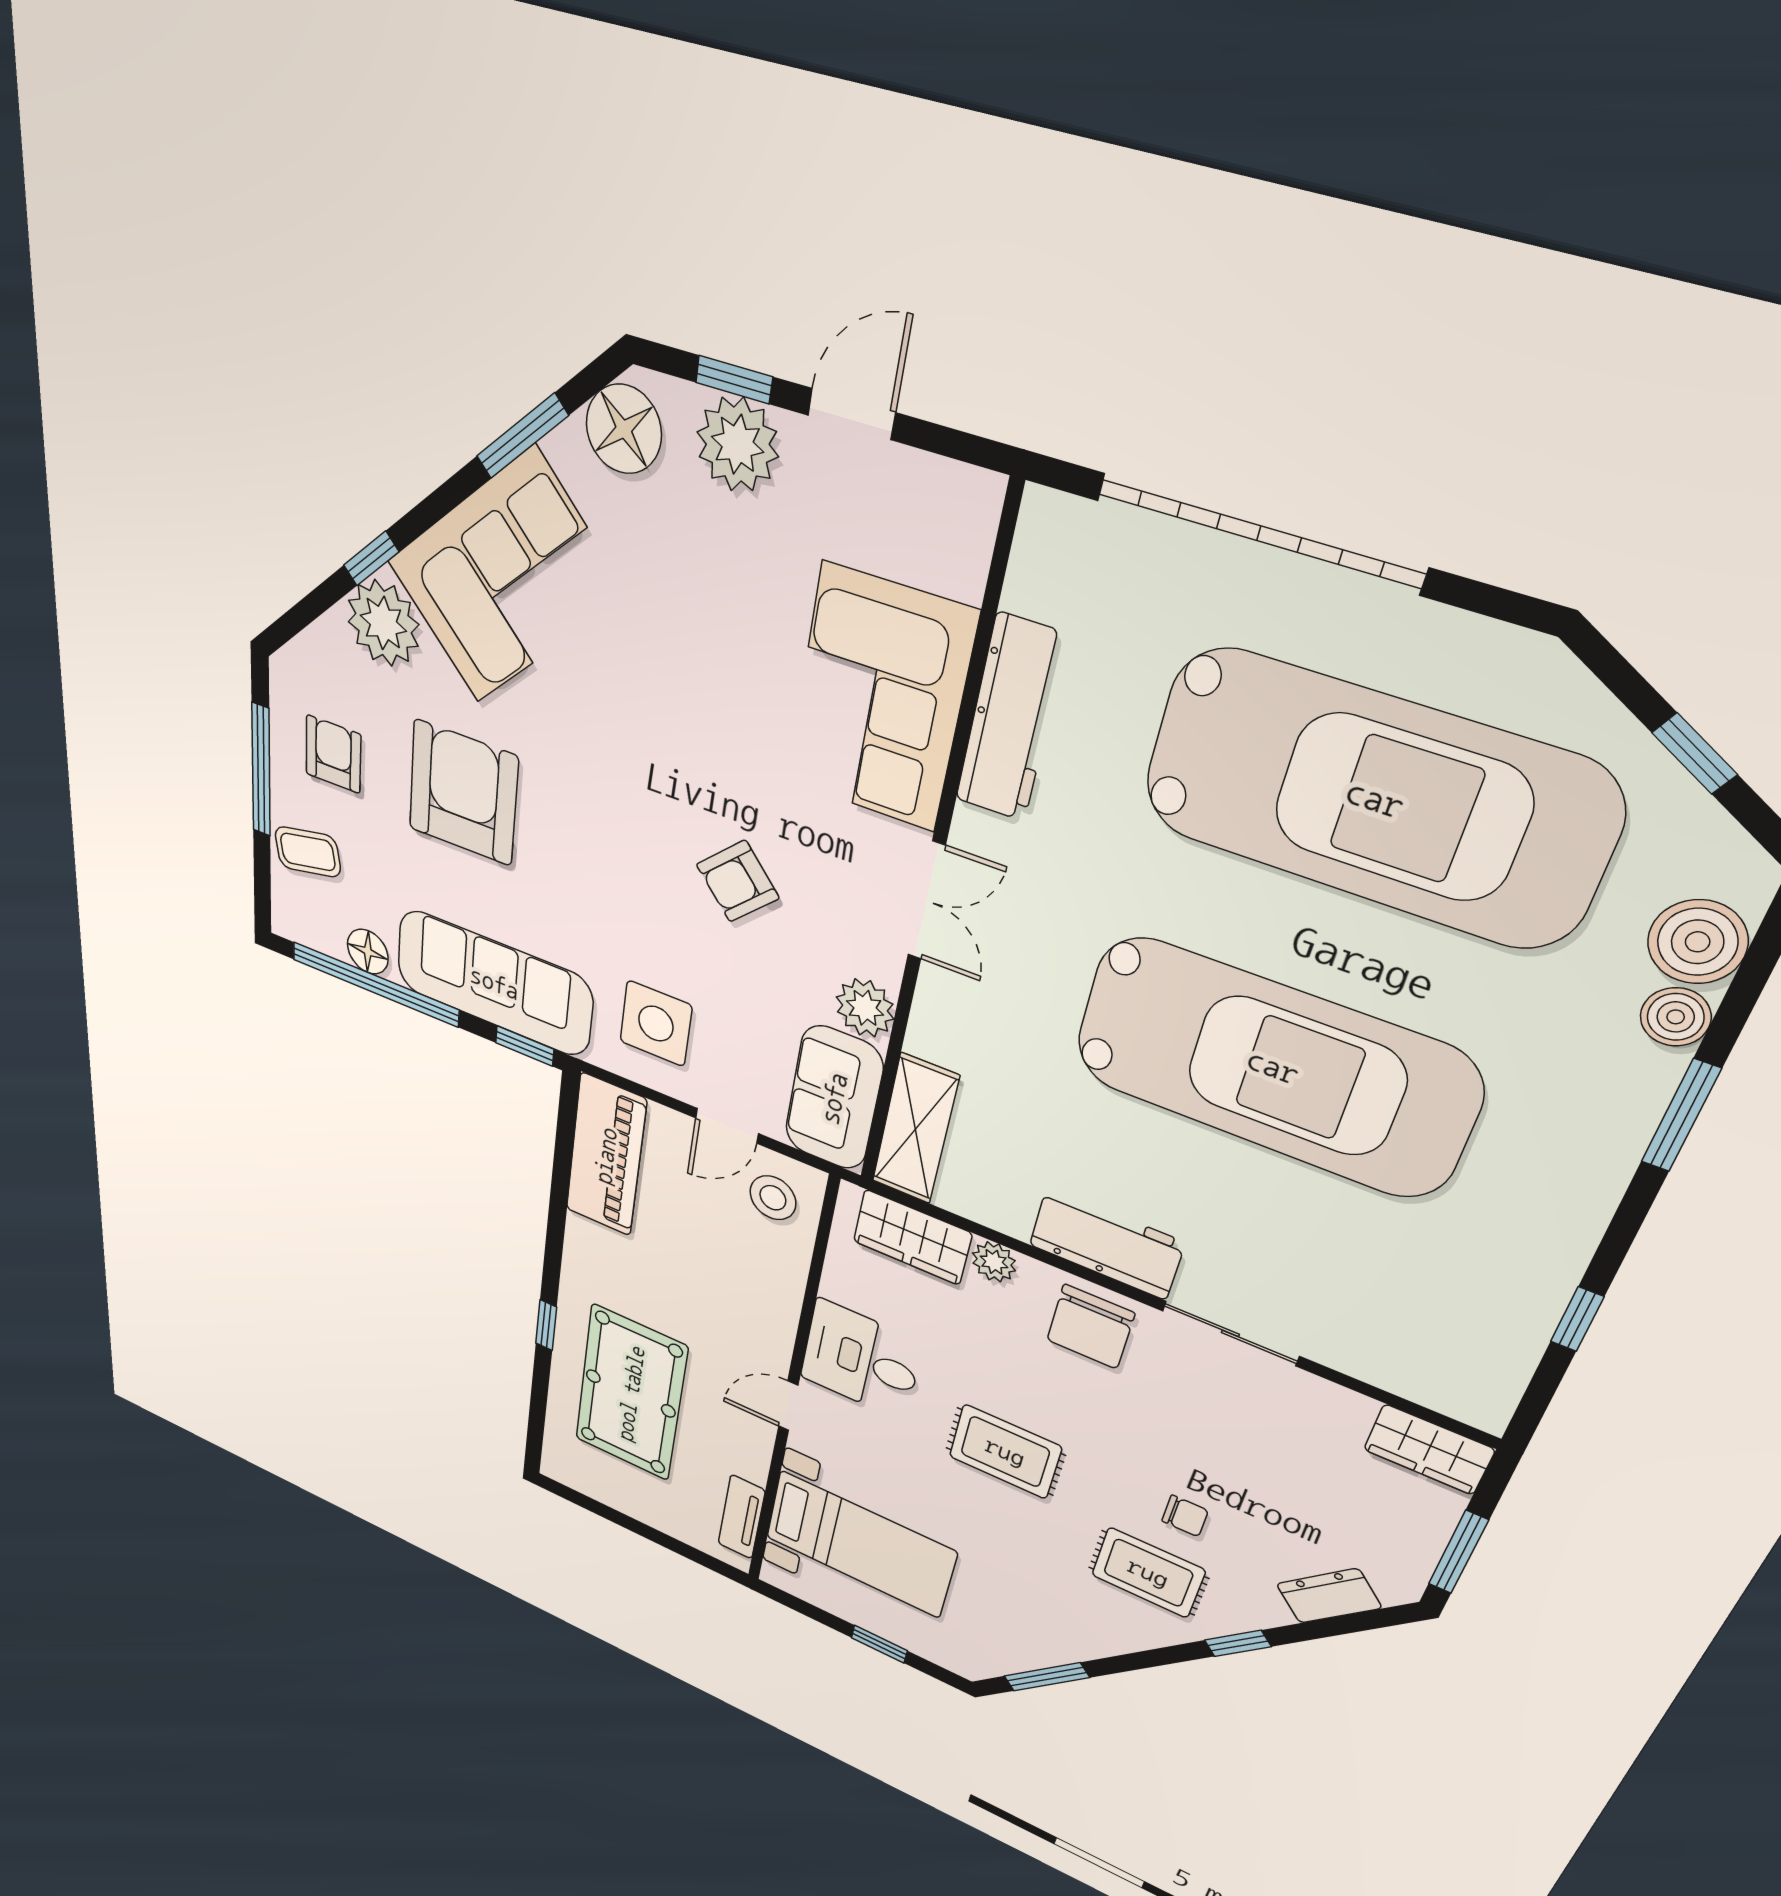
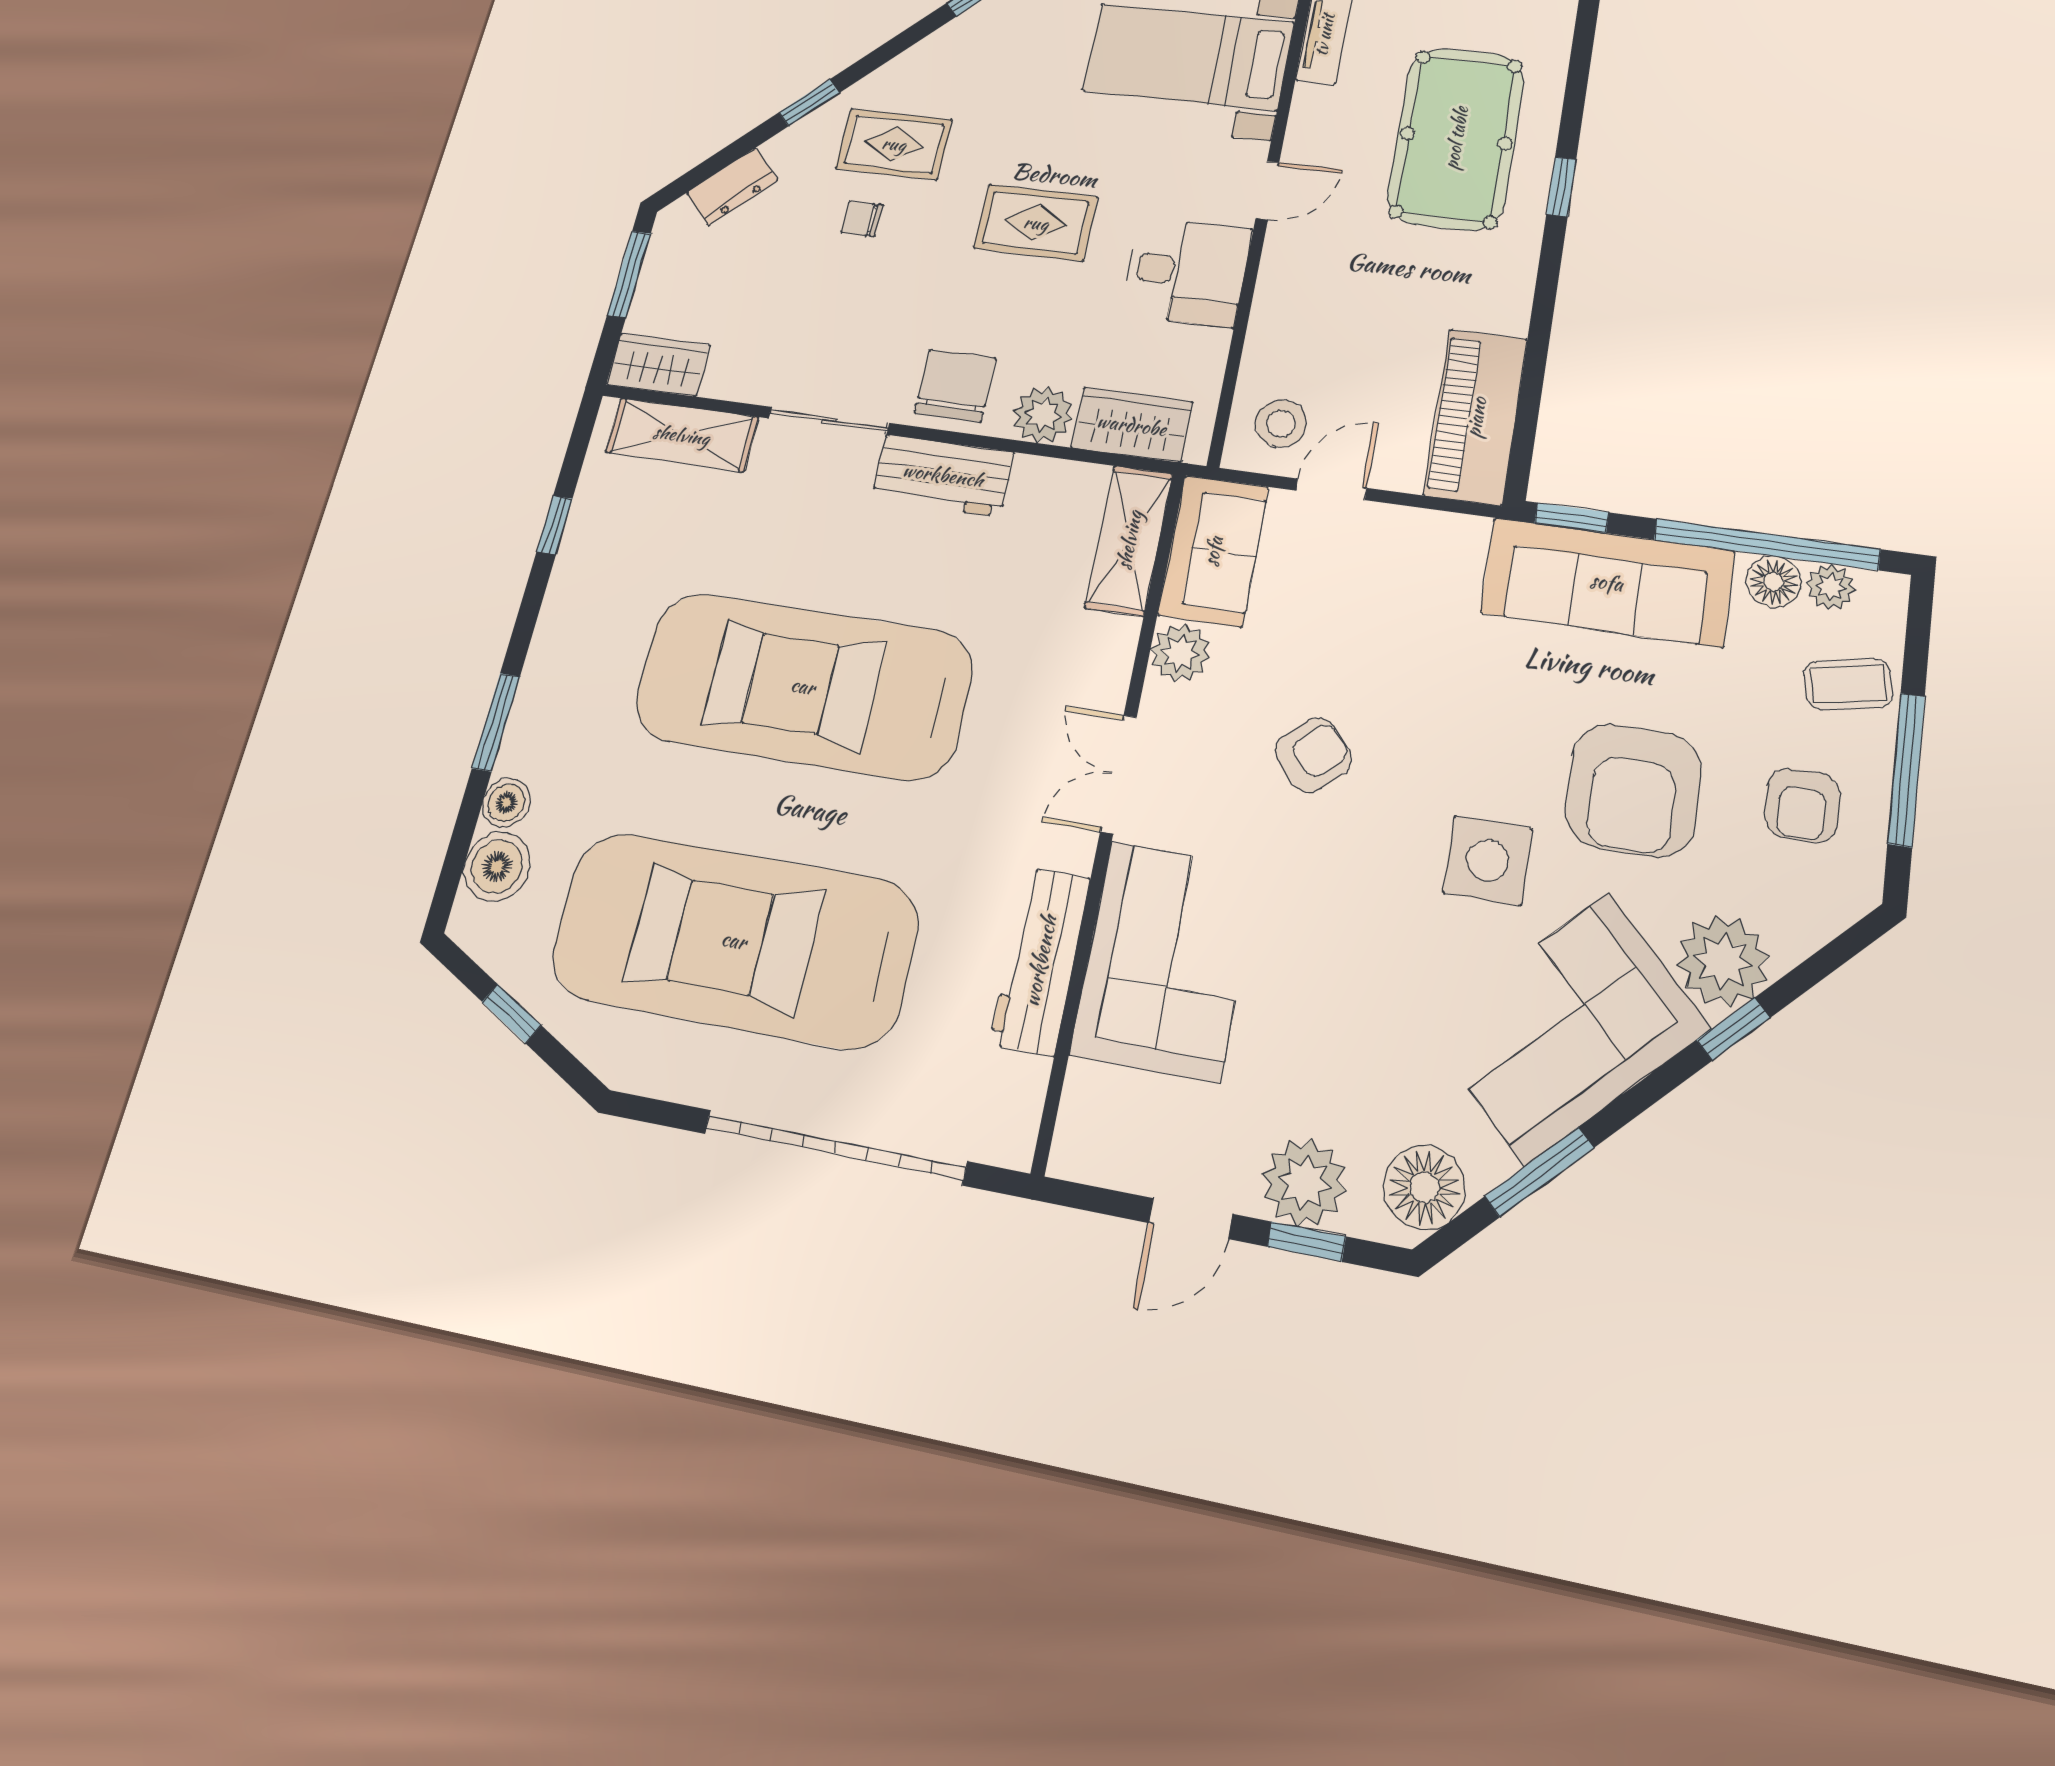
plant: (326, 937) -> (1831, 587), added
side table: (656, 1024) -> (1488, 860), moved
plant: (994, 1262) -> (1043, 415), width x1.38, depth x1.38
shelving: (1405, 1369) -> (682, 435), added

